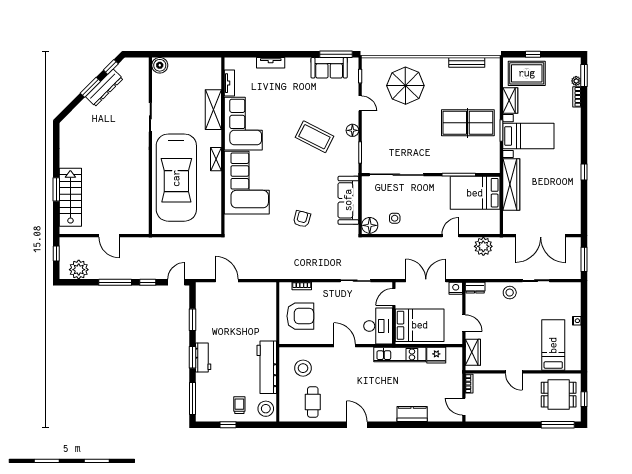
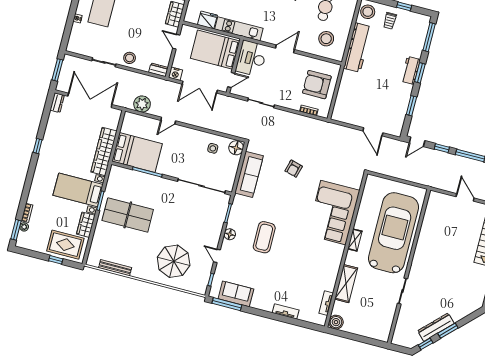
boiler: (160, 65) -> (336, 322), moved
corner sofa: (243, 124) -> (323, 265), removed
coffee table: (314, 137) -> (264, 237), turned 63
dresser: (575, 224) -> (57, 103), added
door: (345, 346) -> (285, 49), swing flipped

